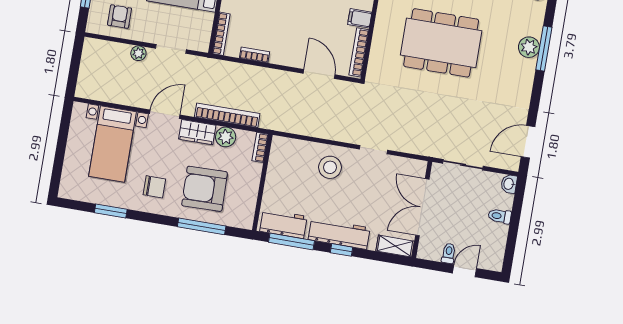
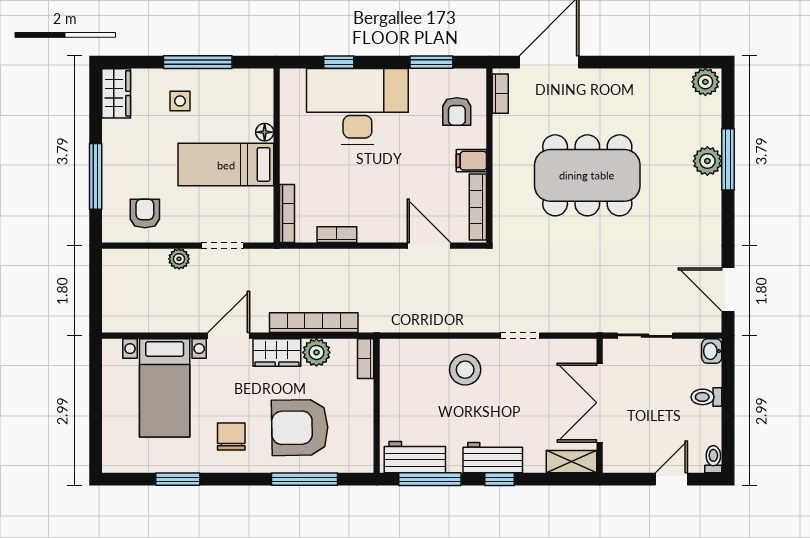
door: (528, 142) -> (728, 289), hinge flipped
chair: (154, 187) -> (231, 436), turned -90
workbench: (339, 234) -> (493, 458), width x0.73
toilet: (449, 253) -> (713, 459), moved

